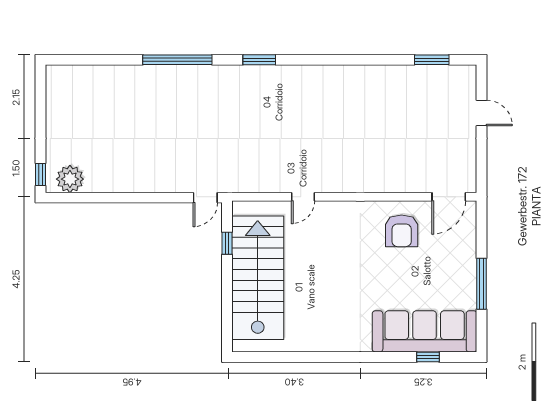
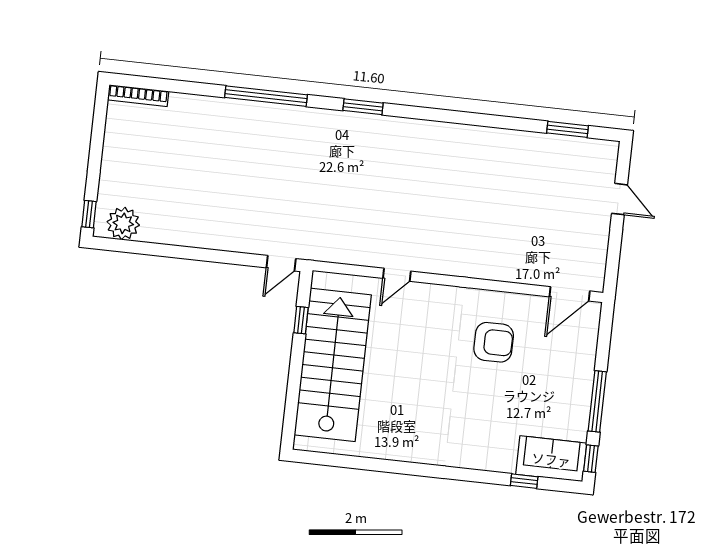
bookcase: (71, 71) -> (138, 96), added
armchair: (402, 231) -> (494, 342), moved, turned -90
sofa: (425, 331) -> (551, 459), width x0.54, depth x0.79
window: (482, 332) -> (591, 459), added

